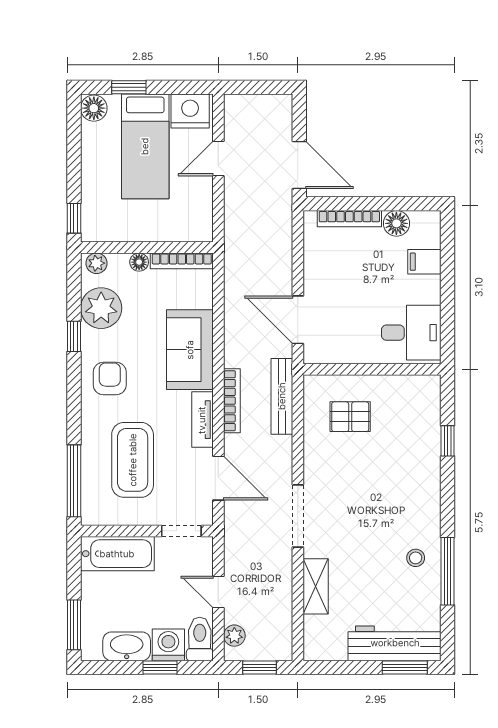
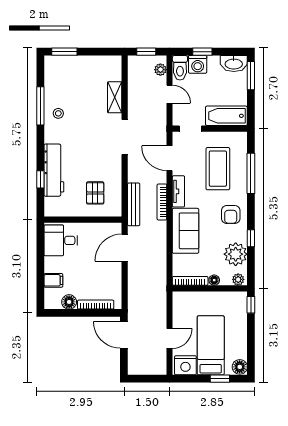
door: (298, 320) -> (125, 248), swing flipped
pallet: (350, 417) -> (95, 193), turned 90
window: (74, 481) -> (251, 173), moved
workbench: (395, 643) -> (54, 170), moved, turned -90
washbasin: (127, 646) -> (234, 64), moved

